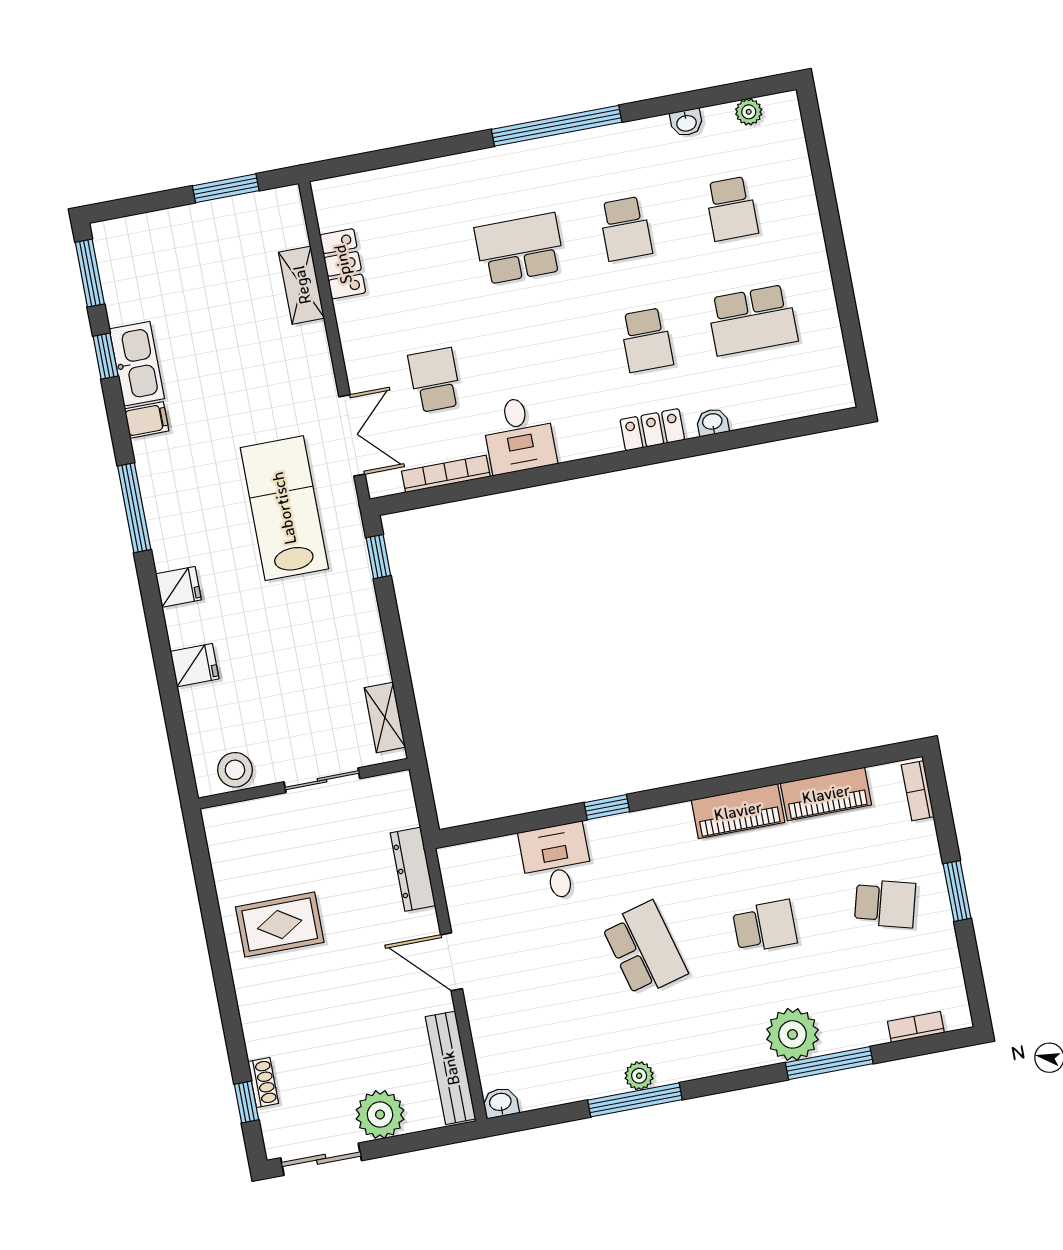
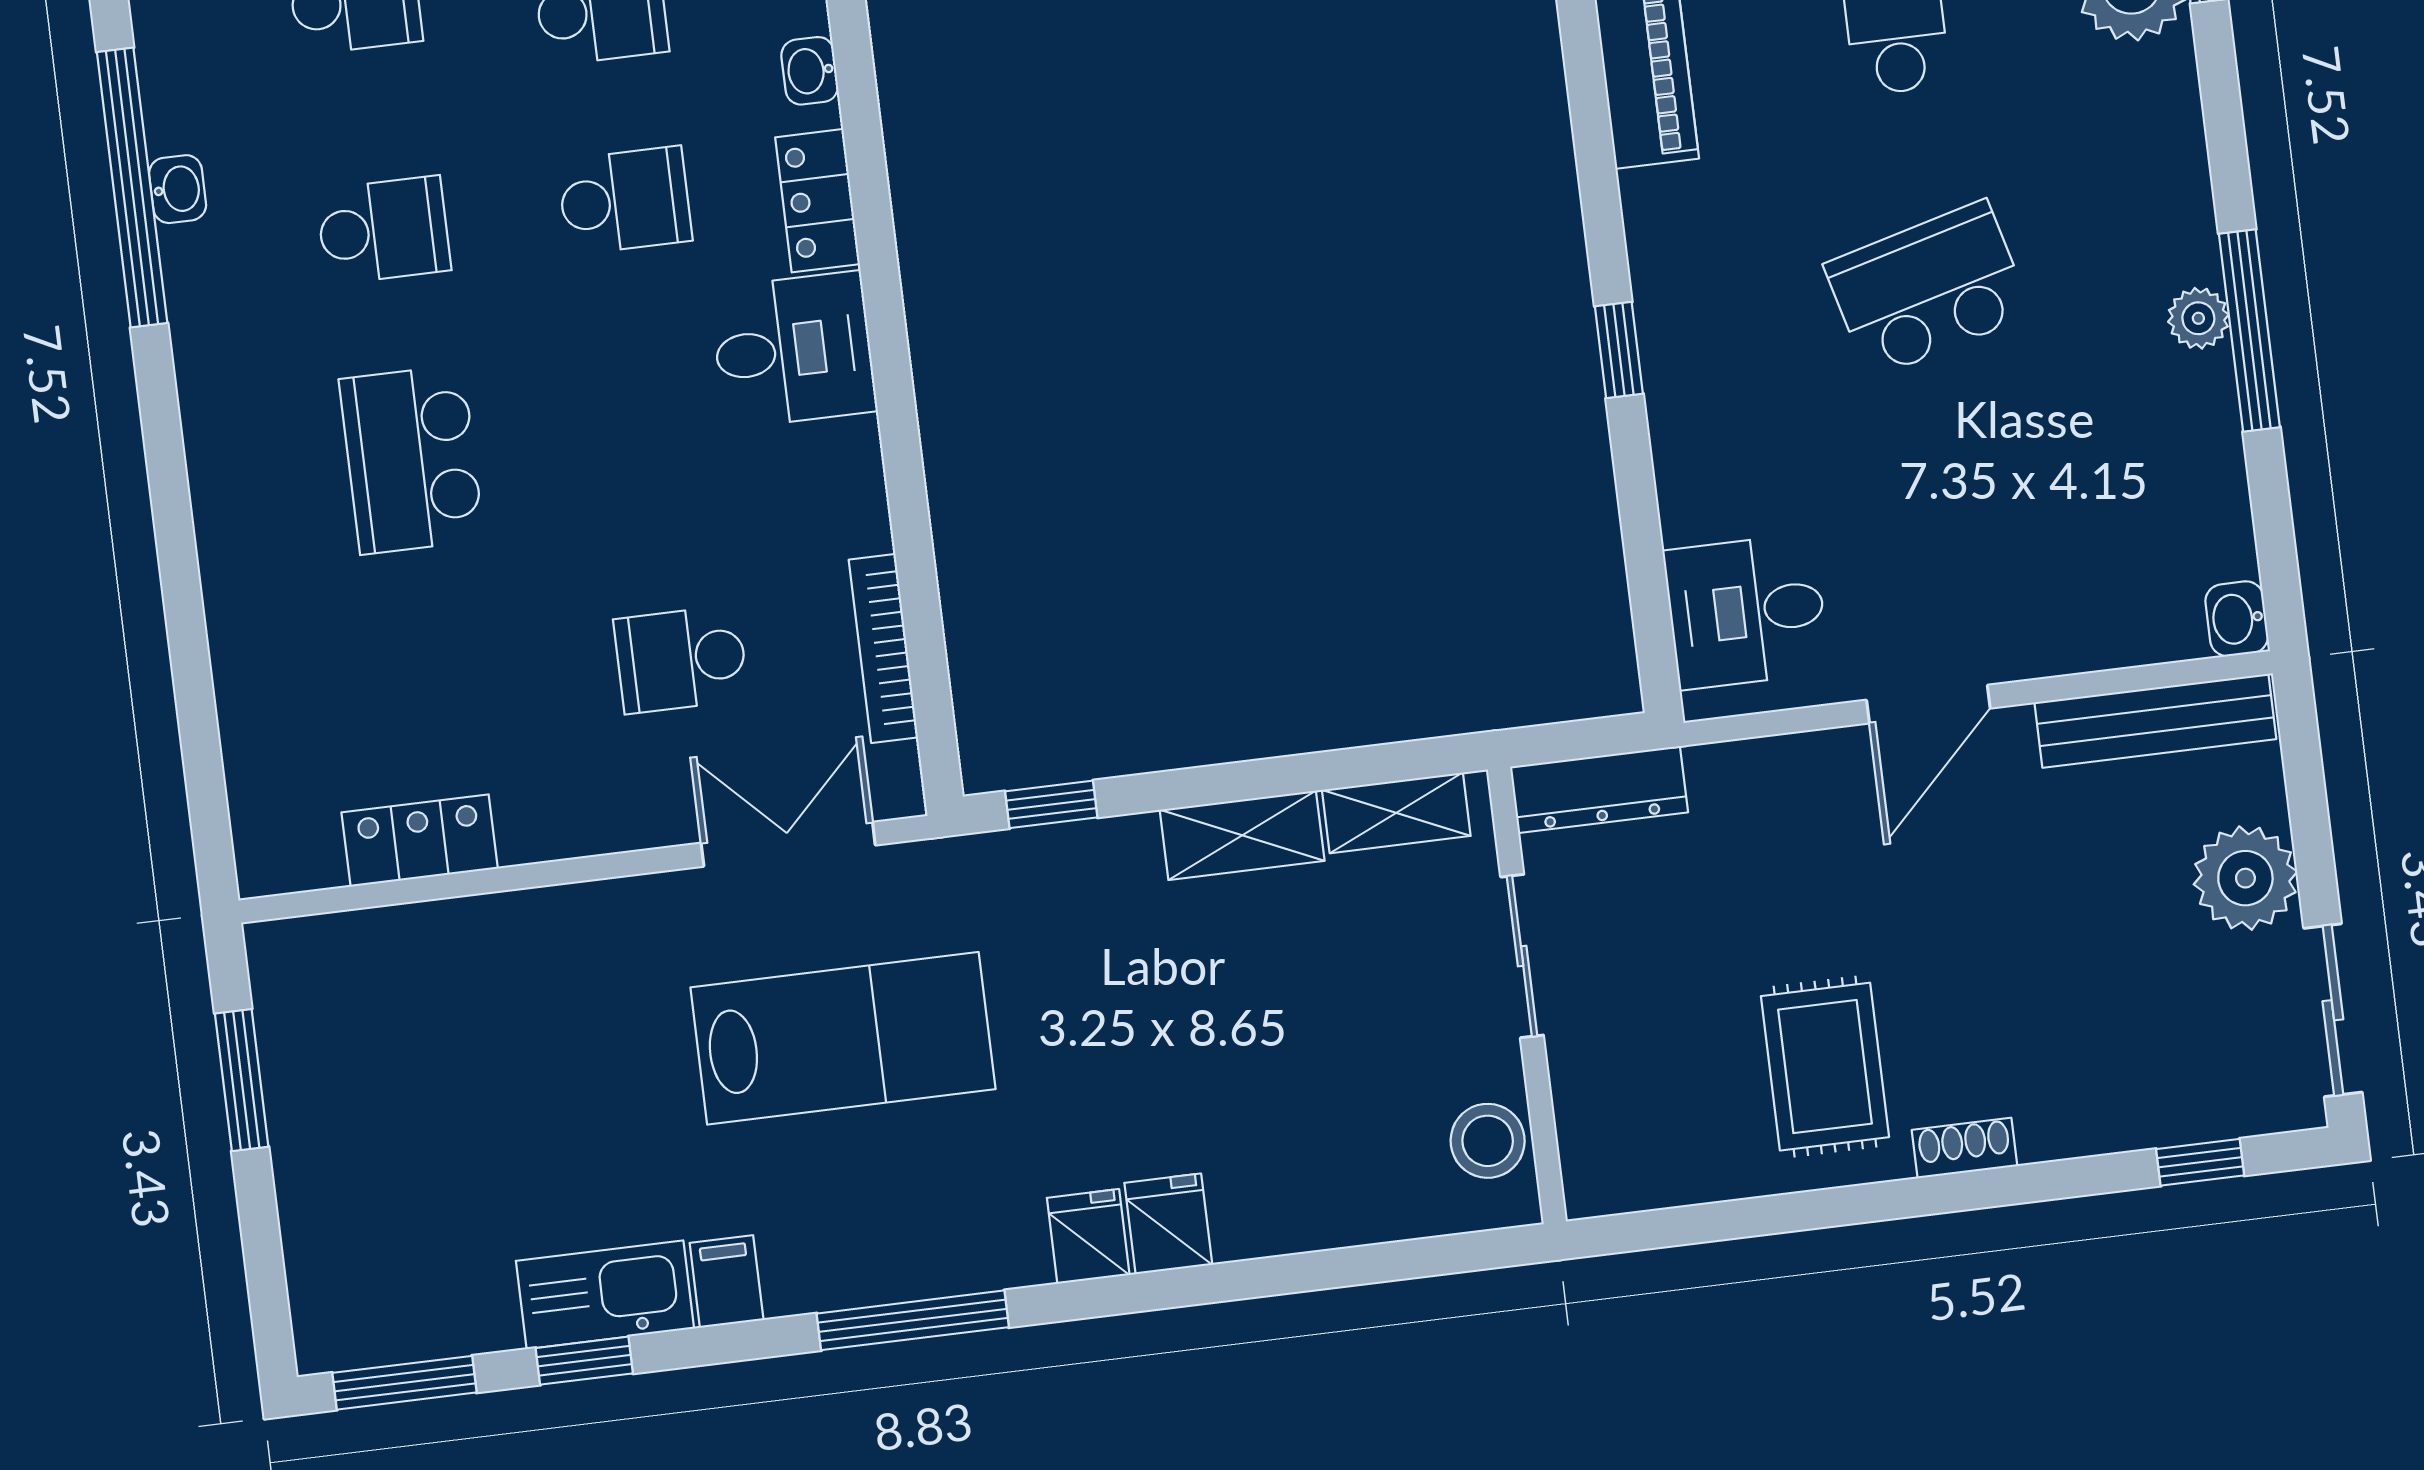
washbasin: (686, 123) -> (178, 189), moved
window: (557, 126) -> (132, 187), moved
shelving: (302, 285) -> (1242, 835), moved
desk: (519, 435) -> (793, 350), moved
lab bench: (284, 508) -> (843, 1038), moved, turned 180
fridge: (195, 665) -> (1168, 1224), moved
desk: (556, 862) -> (1746, 611), moved
dresser: (413, 869) -> (1599, 790), moved
shoe rack: (263, 1083) -> (1964, 1148), moved

